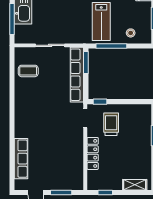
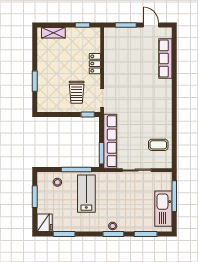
locker: (93, 153) -> (95, 64), width x0.66

